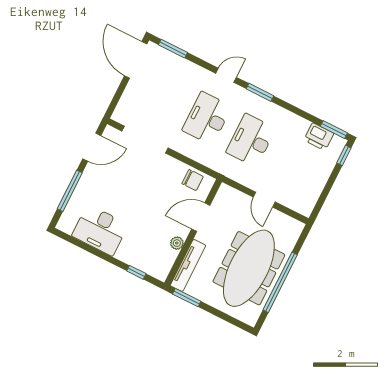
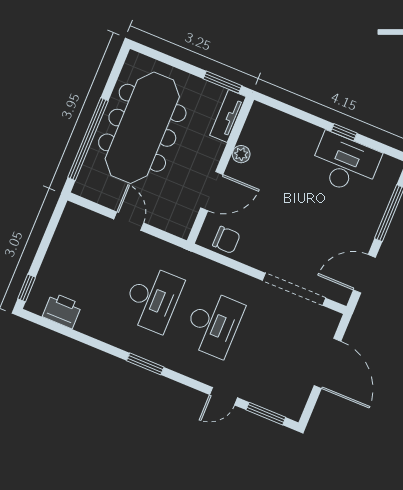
door: (136, 60) -> (327, 363), moved
door: (226, 75) -> (224, 396), moved
window: (334, 130) -> (43, 322), removed
chair: (193, 180) -> (226, 240), turned 180
tv unit: (188, 265) -> (228, 116), width x0.71
window: (136, 272) -> (344, 132), moved
window: (280, 282) -> (88, 139), moved

